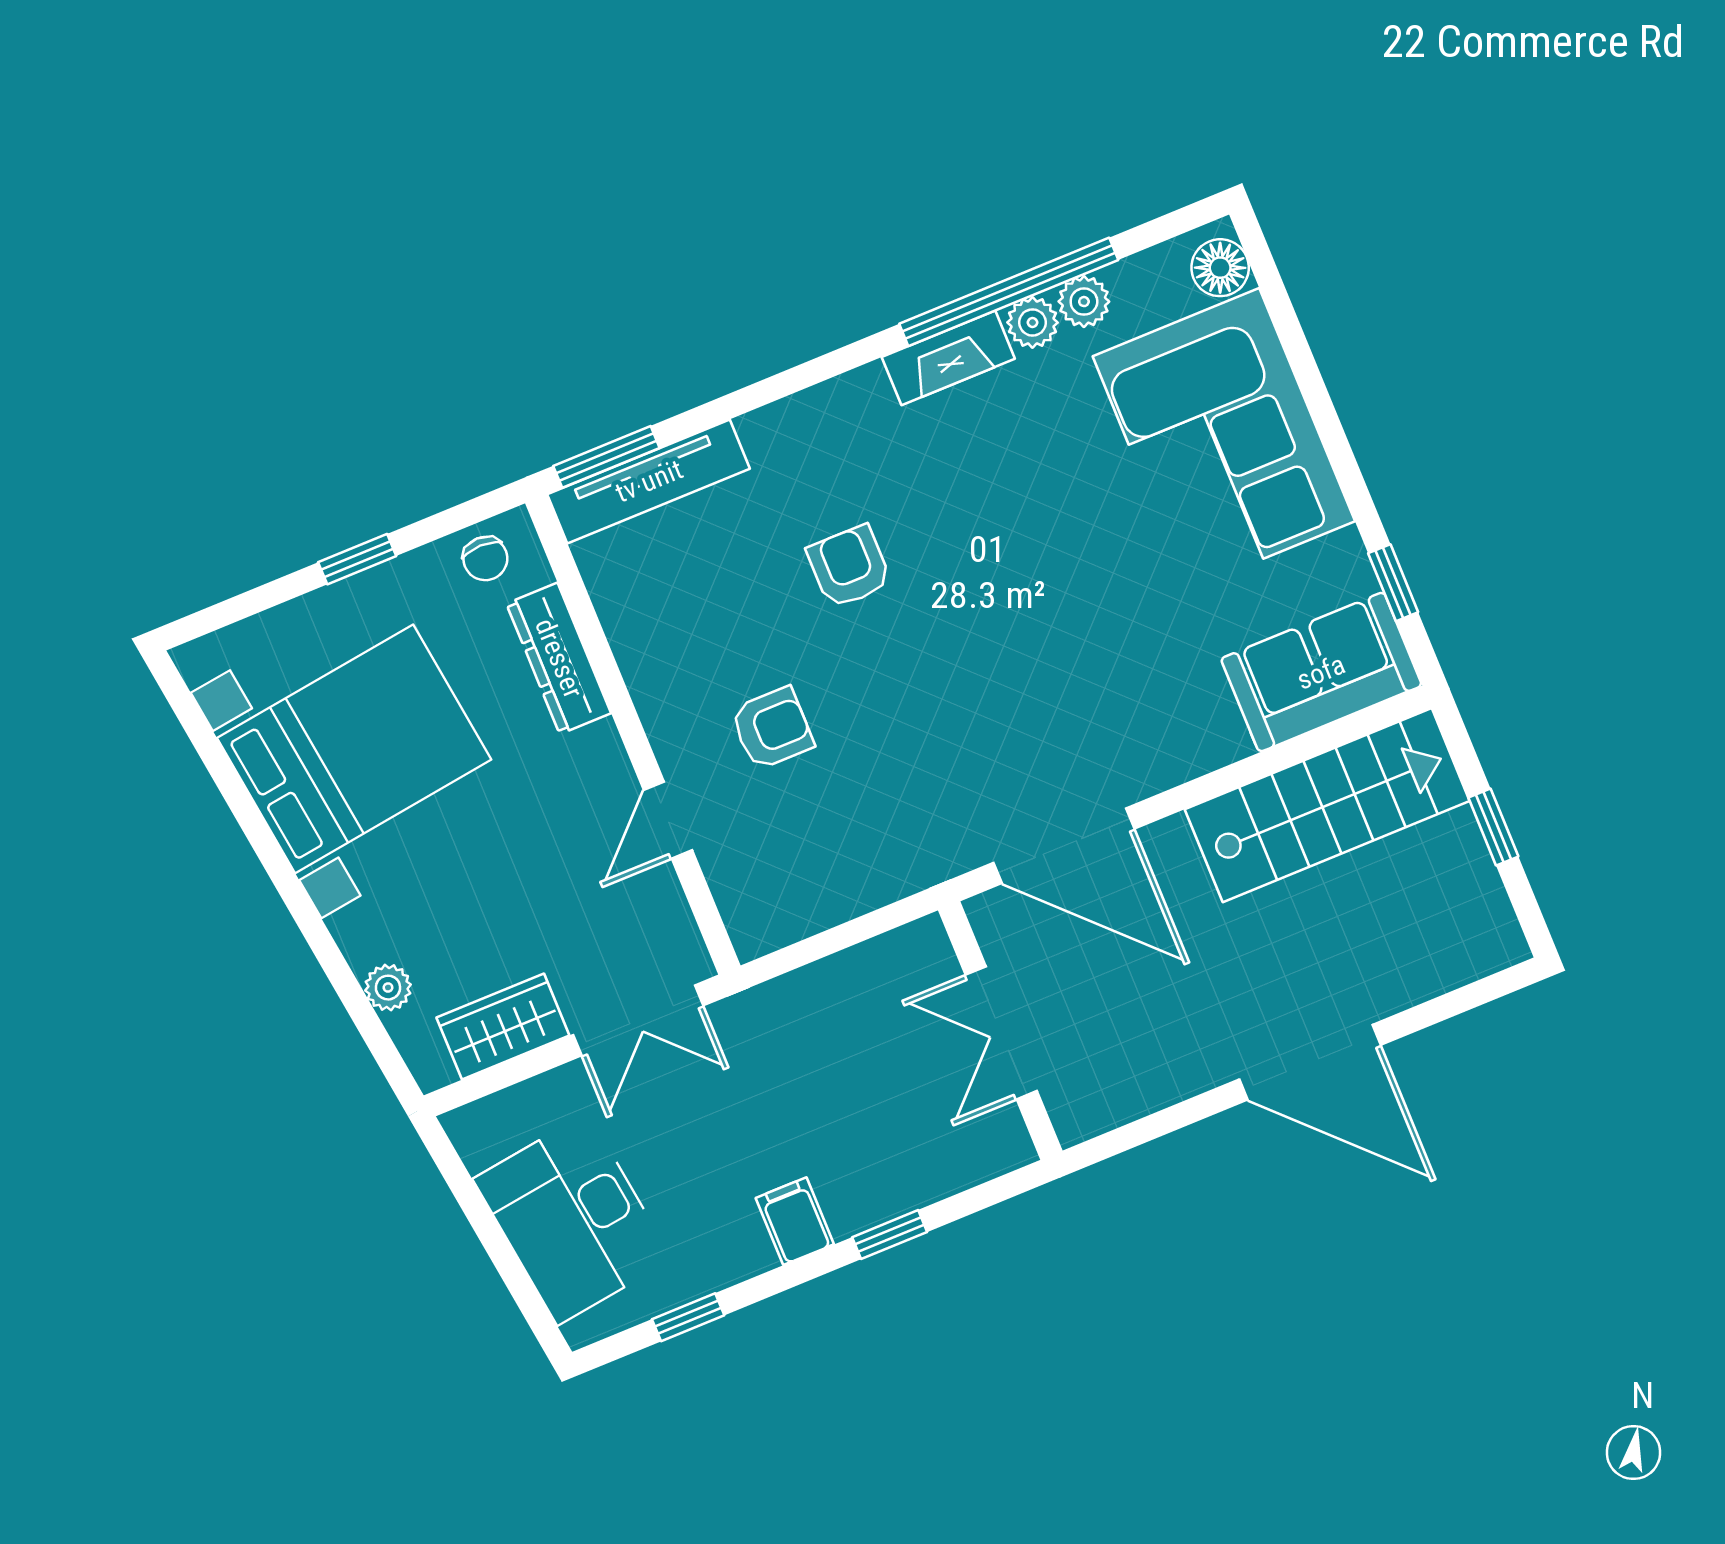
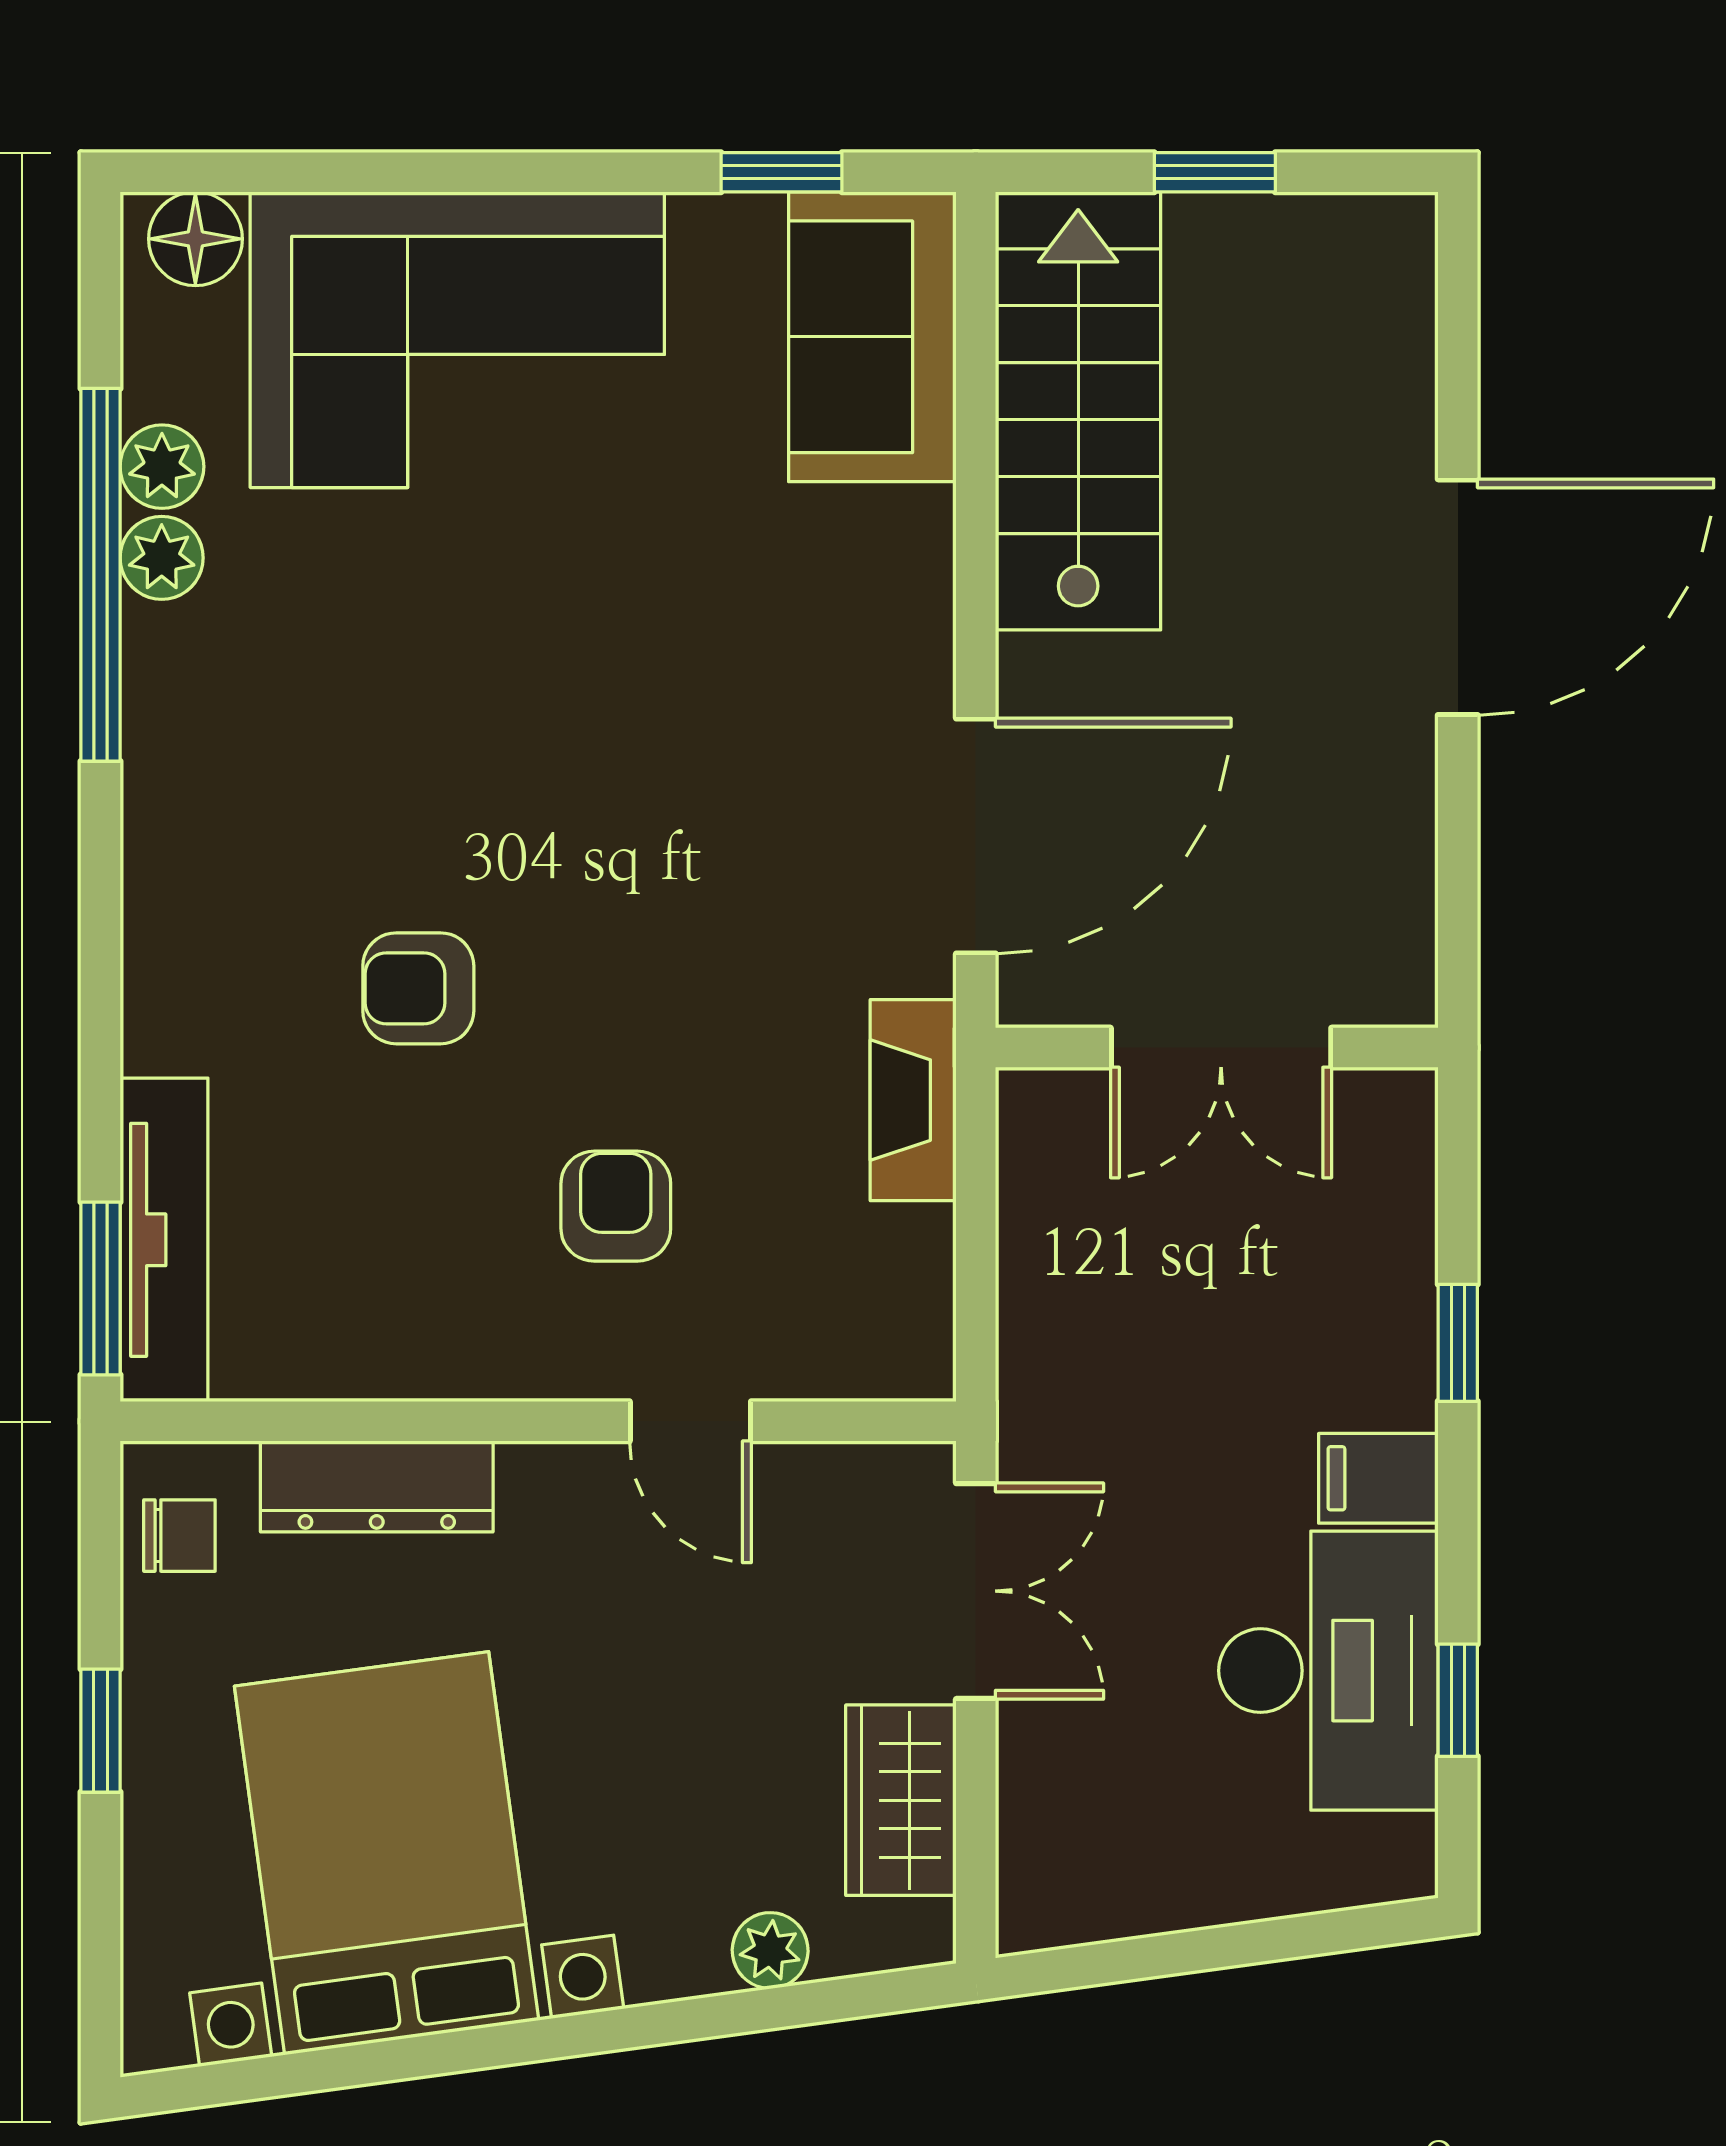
fireplace: (948, 358) -> (913, 1100), moved, turned 180
desk: (572, 1219) -> (1328, 1671), moved, turned -82

